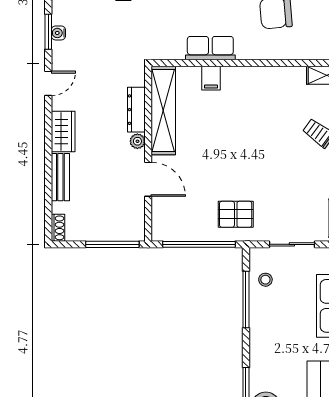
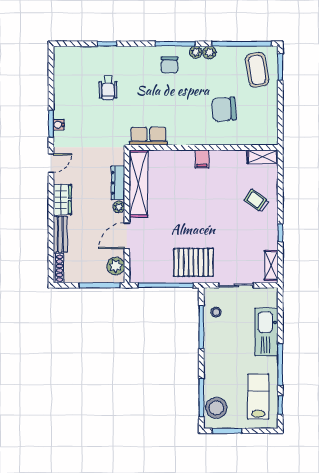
row of seats: (210, 48) -> (148, 136), moved
filing cabinet: (211, 78) -> (202, 159), moved
door: (148, 179) -> (127, 236), swing flipped
pallet: (236, 214) -> (193, 262), width x1.50, depth x1.42
plant: (133, 219) -> (116, 266), added
shoe rack: (58, 228) -> (58, 268), width x1.43

